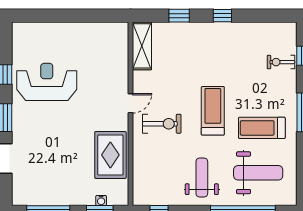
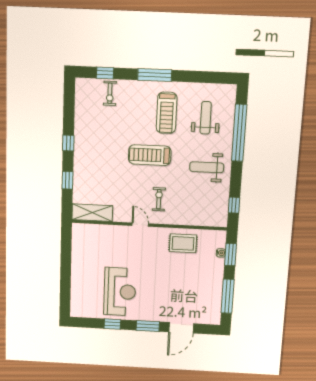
reception desk: (47, 82) -> (120, 292), turned 180
exercise bike: (162, 124) -> (159, 199), width x0.73, depth x0.72
rug: (110, 155) -> (183, 243), width x0.73, depth x0.70
weight bench: (258, 173) -> (206, 118), width x0.73, depth x0.75

